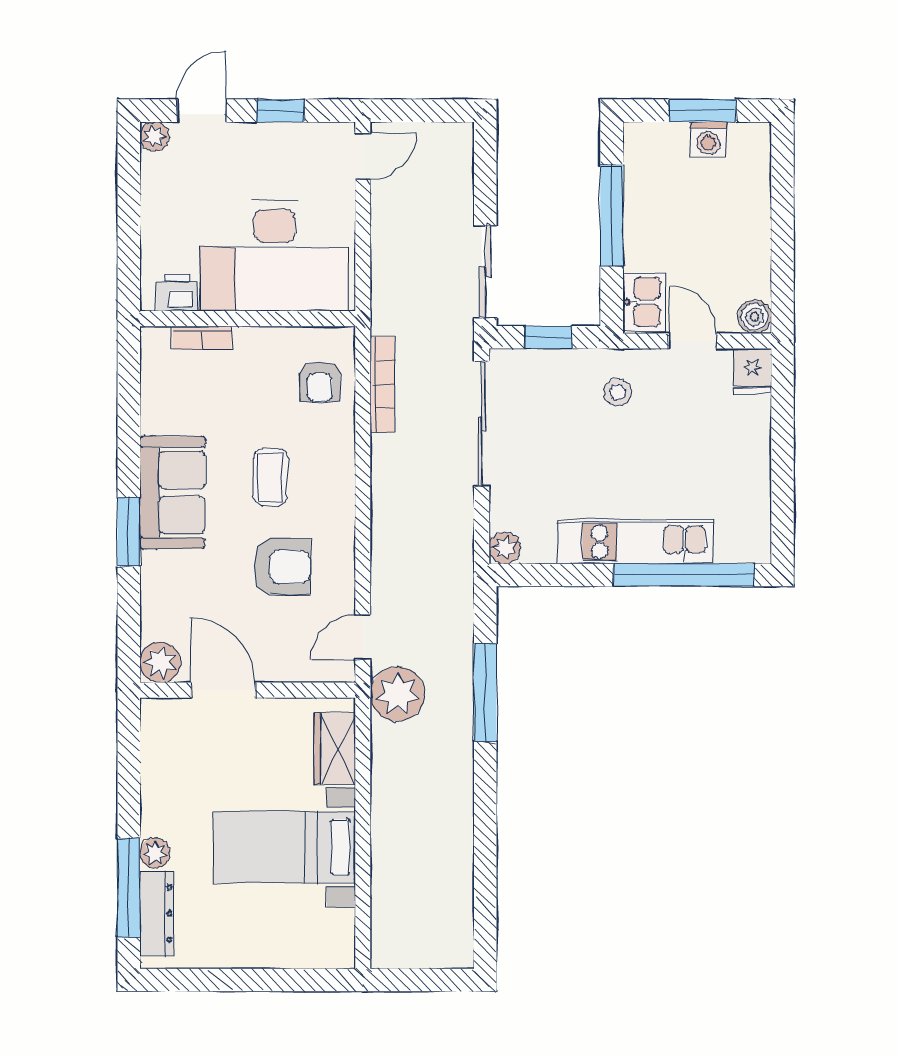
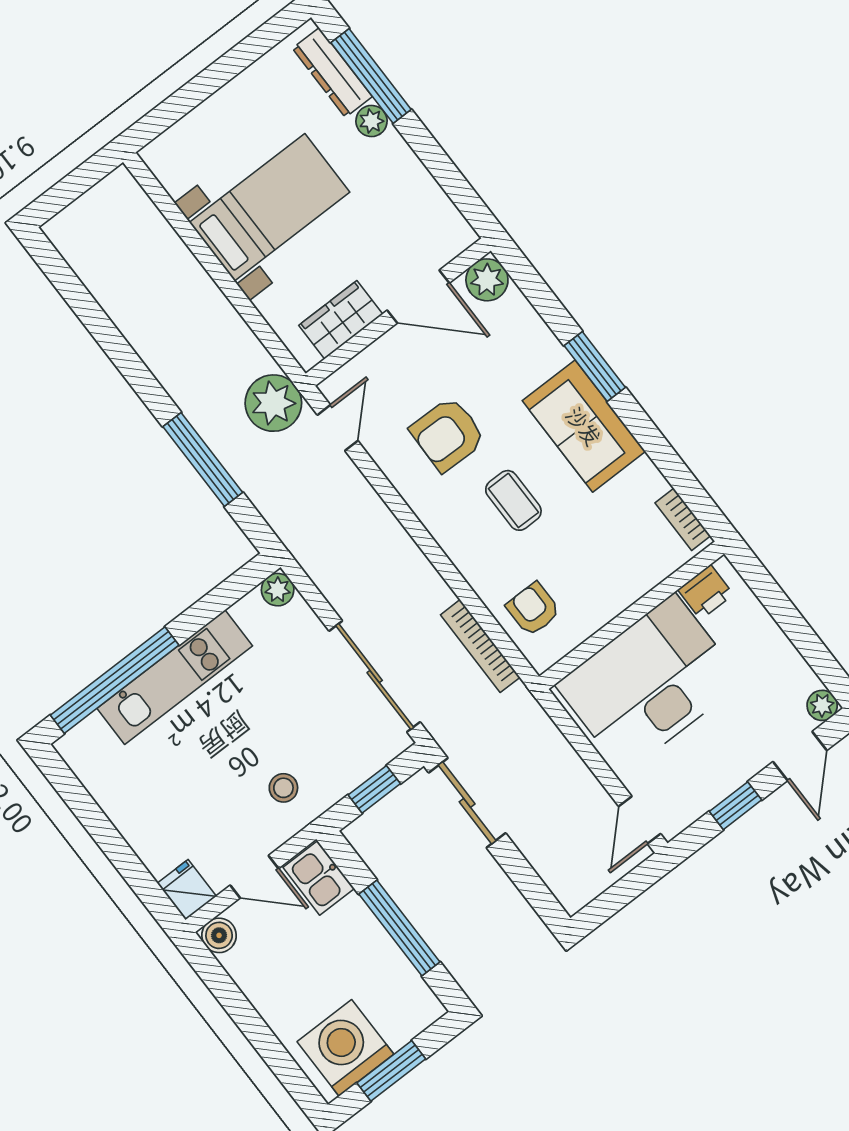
washing machine: (708, 140) -> (345, 1048), width x1.89, depth x1.89
bookcase: (202, 338) -> (683, 519), moved, turned -90
wardrobe: (335, 748) -> (341, 320), moved, turned -90

